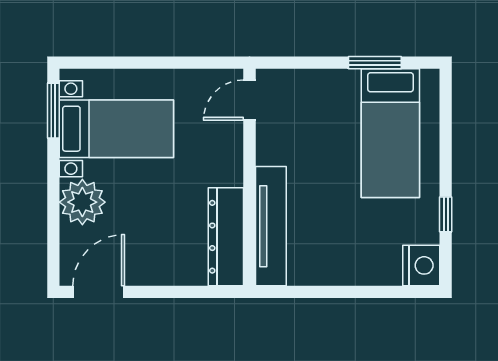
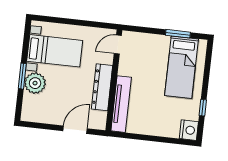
window: (53, 111) -> (22, 76), moved
dresser: (226, 237) -> (102, 87), moved
door: (99, 292) -> (75, 130), moved

